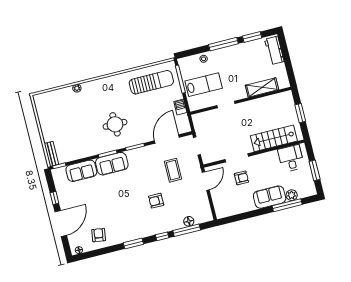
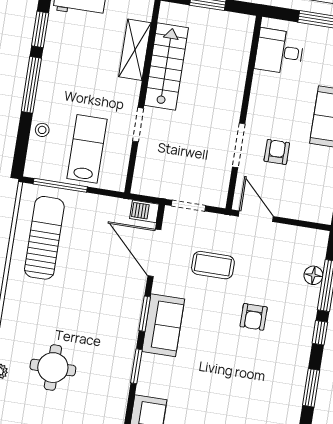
barbecue: (180, 107) -> (144, 211), moved
round table: (115, 124) -> (53, 368), moved
stairs: (274, 138) -> (166, 67), moved, turned 180
sofa: (112, 164) -> (163, 325), moved

